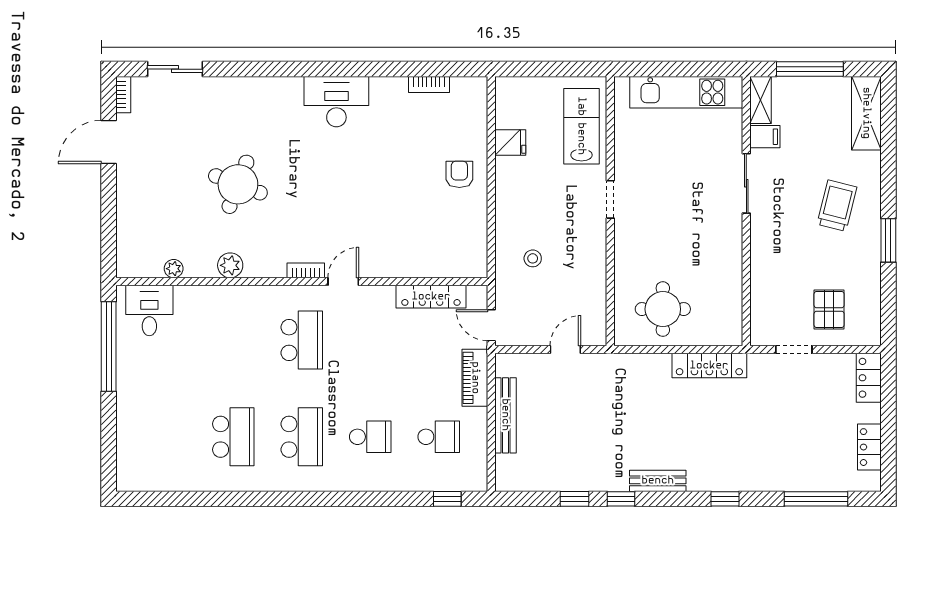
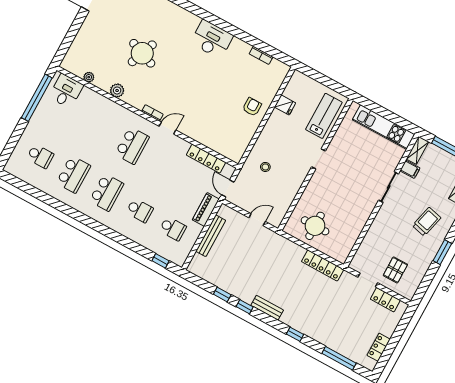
locker: (869, 378) -> (385, 300), moved, turned -90
school desk: (165, 437) -> (40, 156), added

